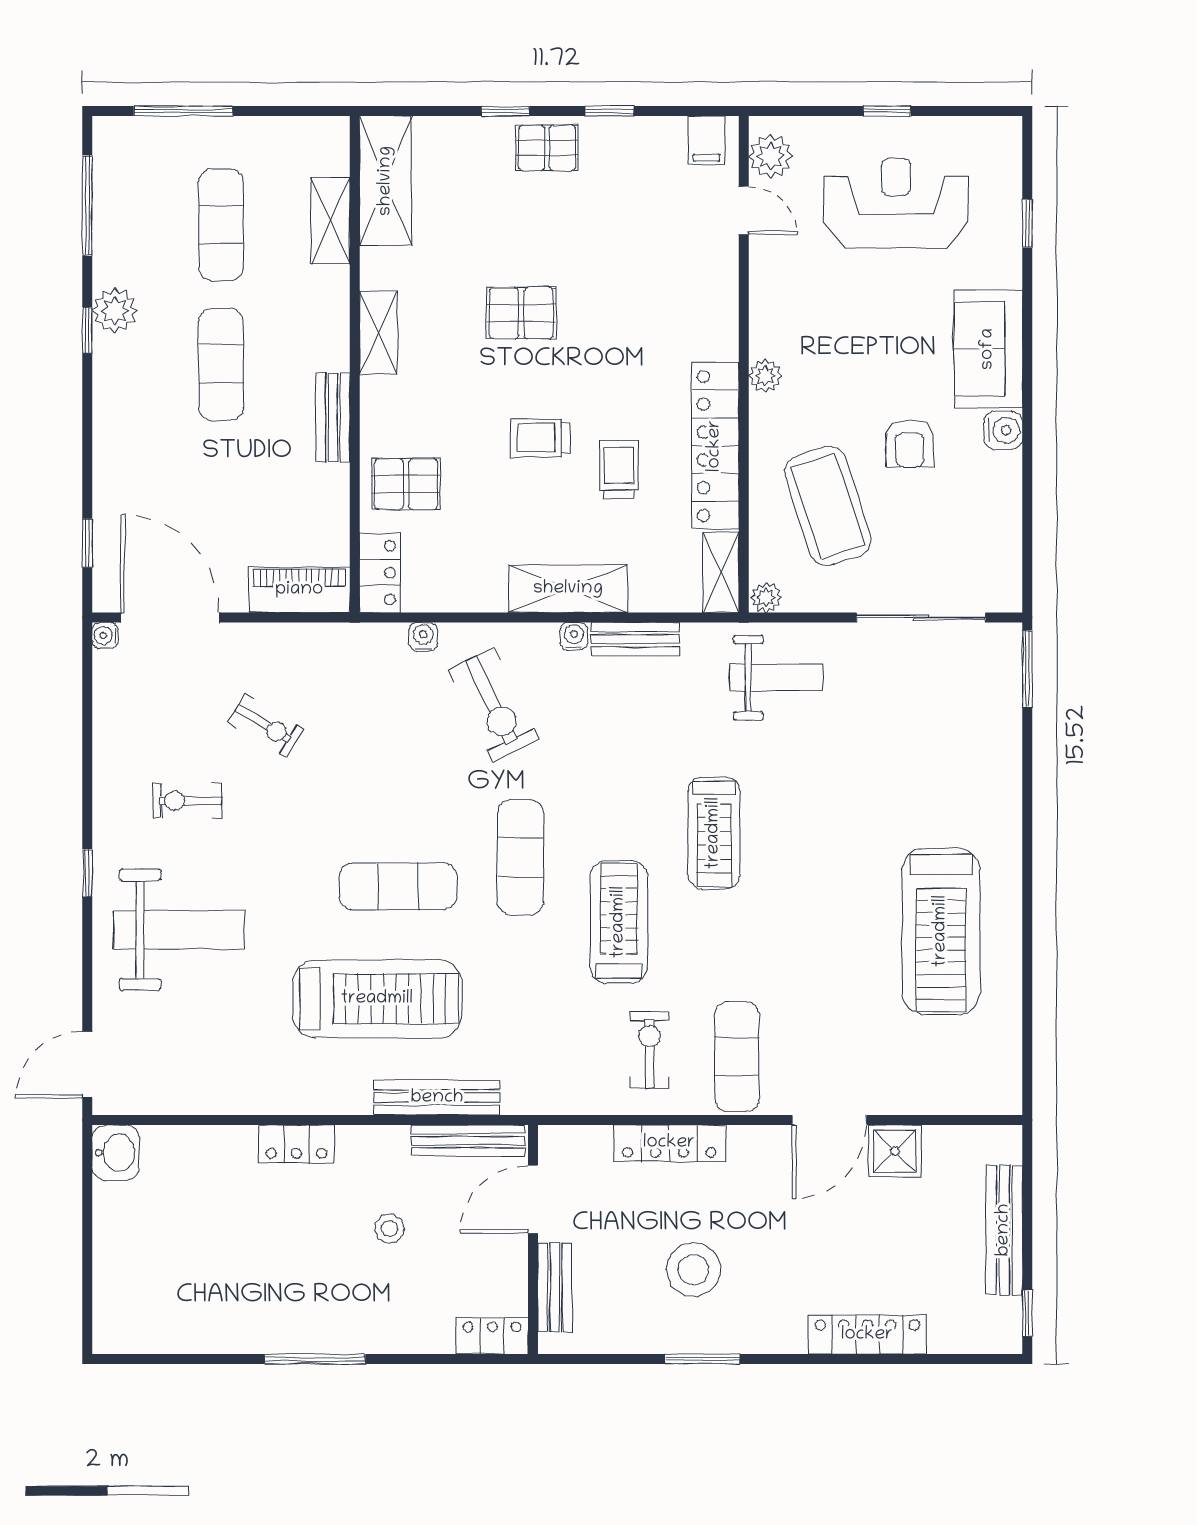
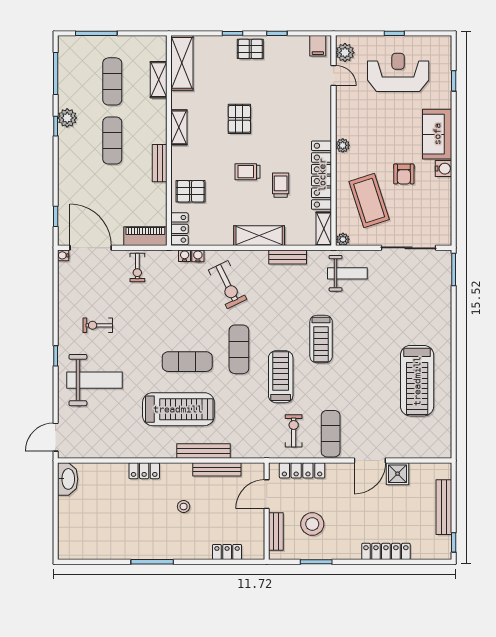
pallet: (521, 313) -> (239, 119), turned 90
water cooler: (574, 636) -> (185, 256), moved
exercise bike: (266, 725) -> (137, 267), moved, turned 59
washbasin: (116, 1153) -> (68, 479), width x1.38
door: (533, 1199) -> (267, 494), moved
wall: (533, 1240) -> (267, 511), moved
bench: (555, 1287) -> (276, 531), moved

